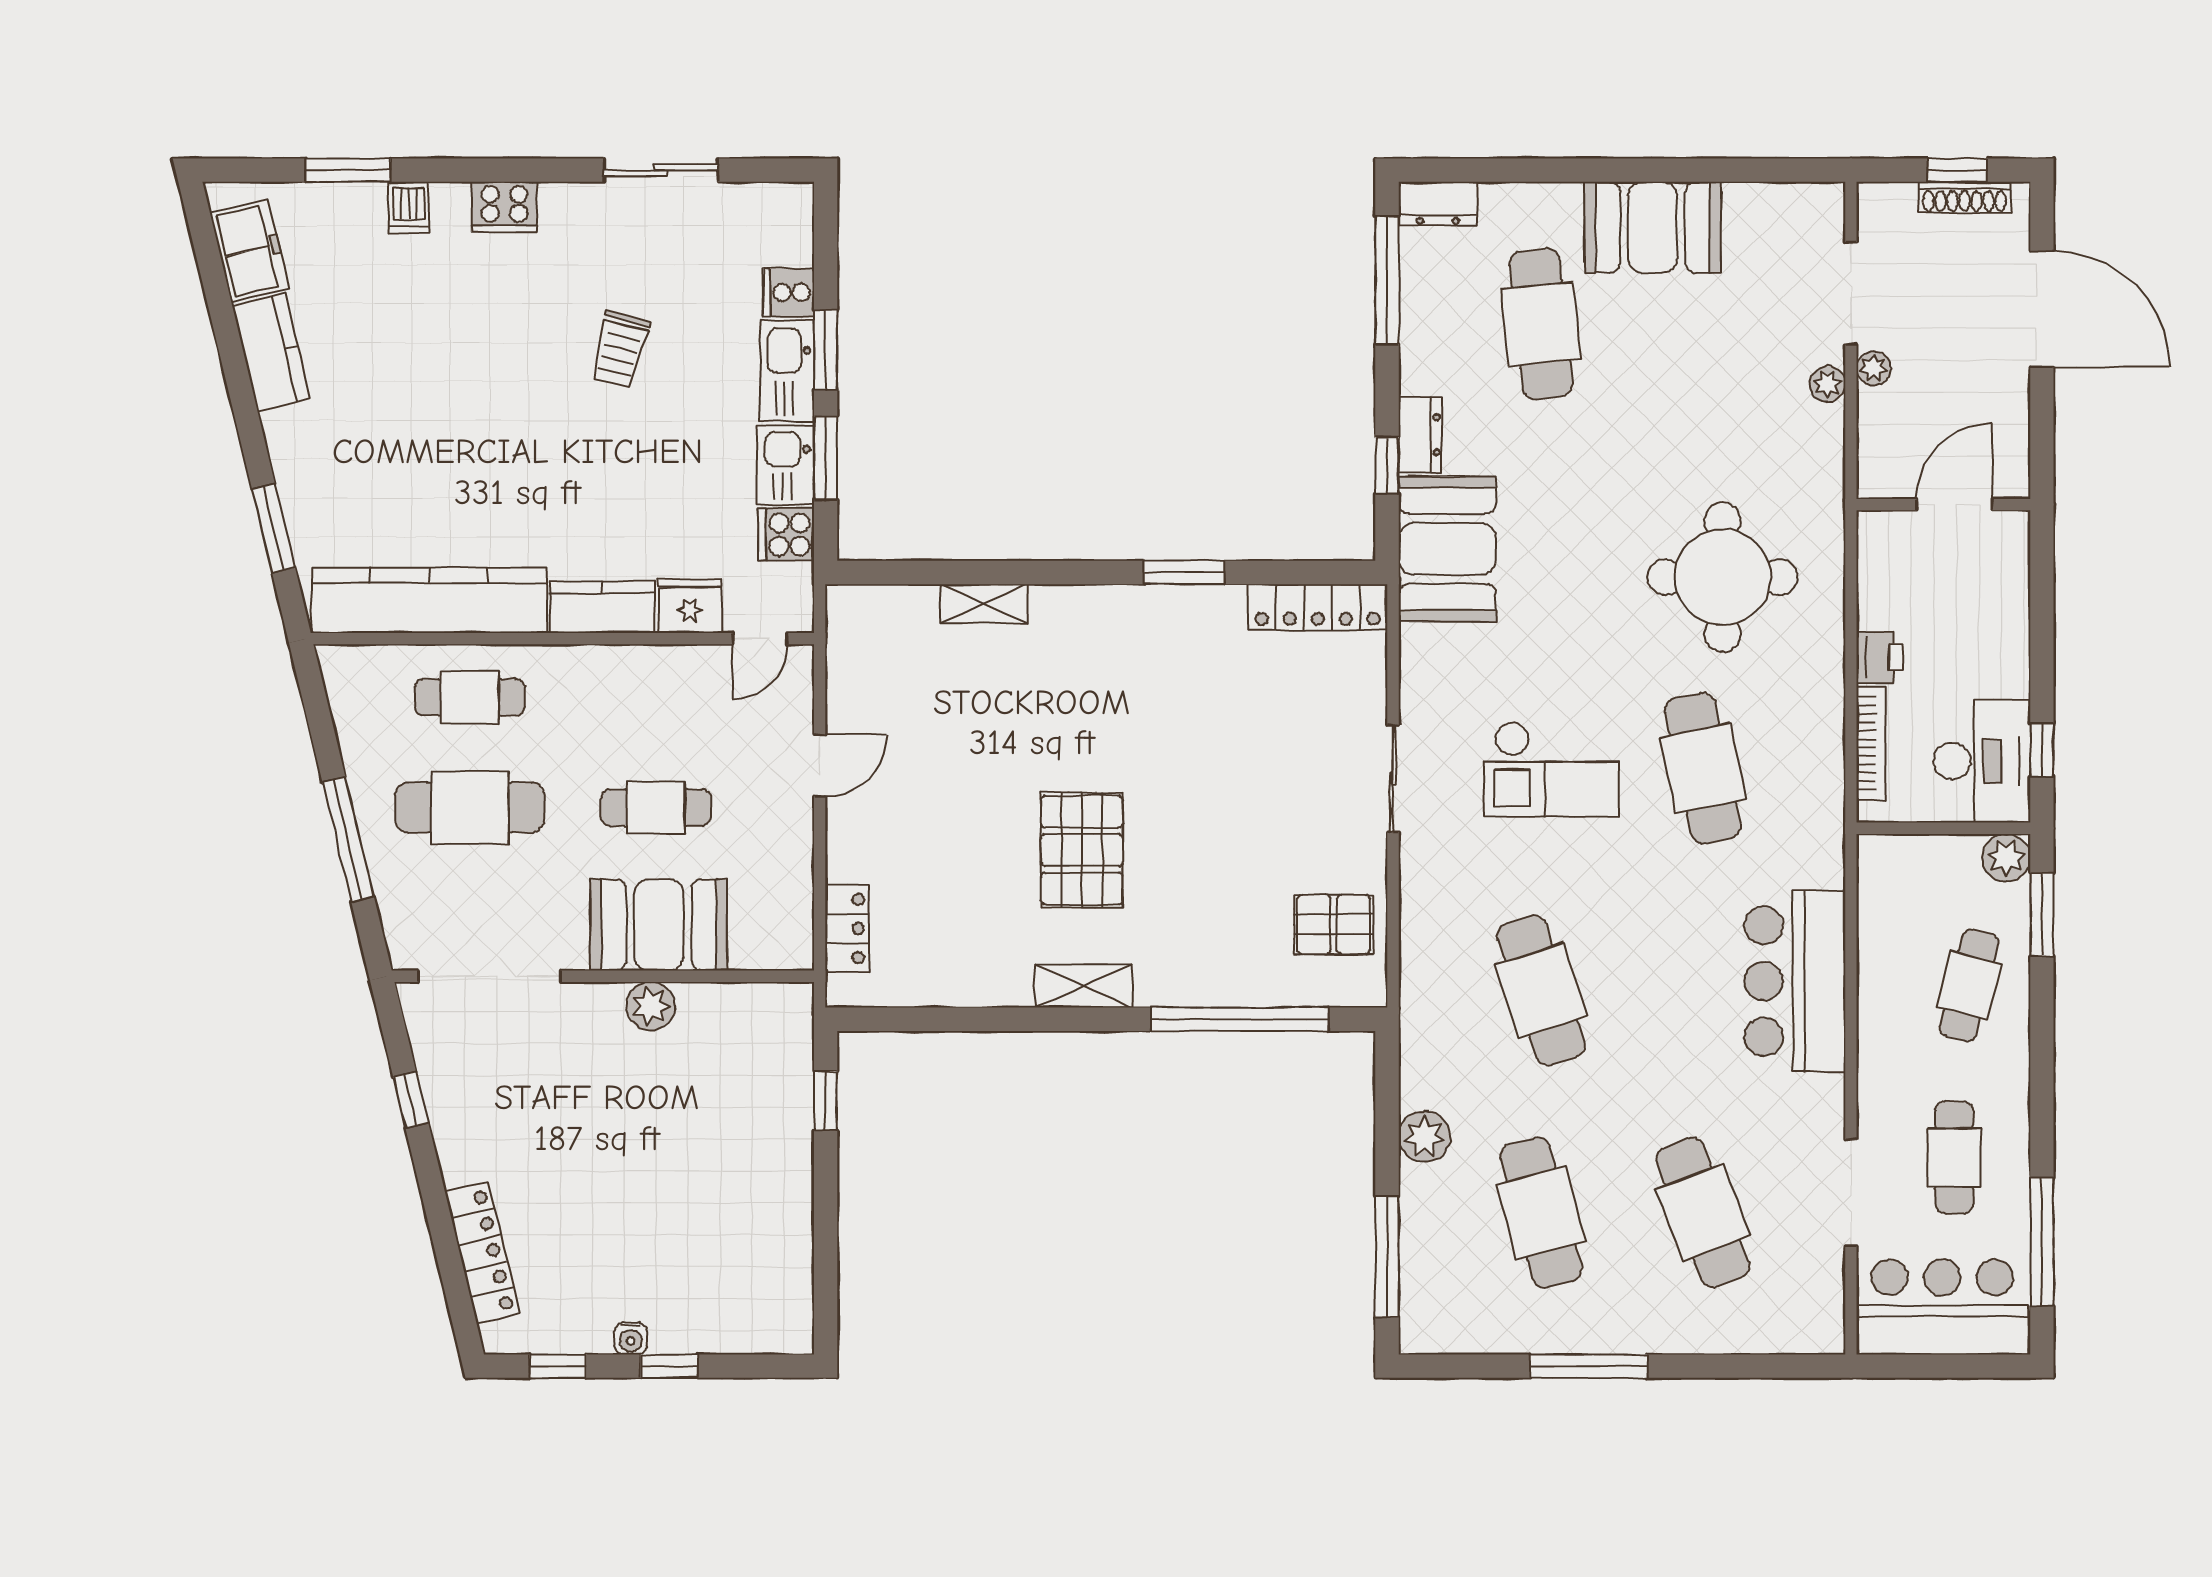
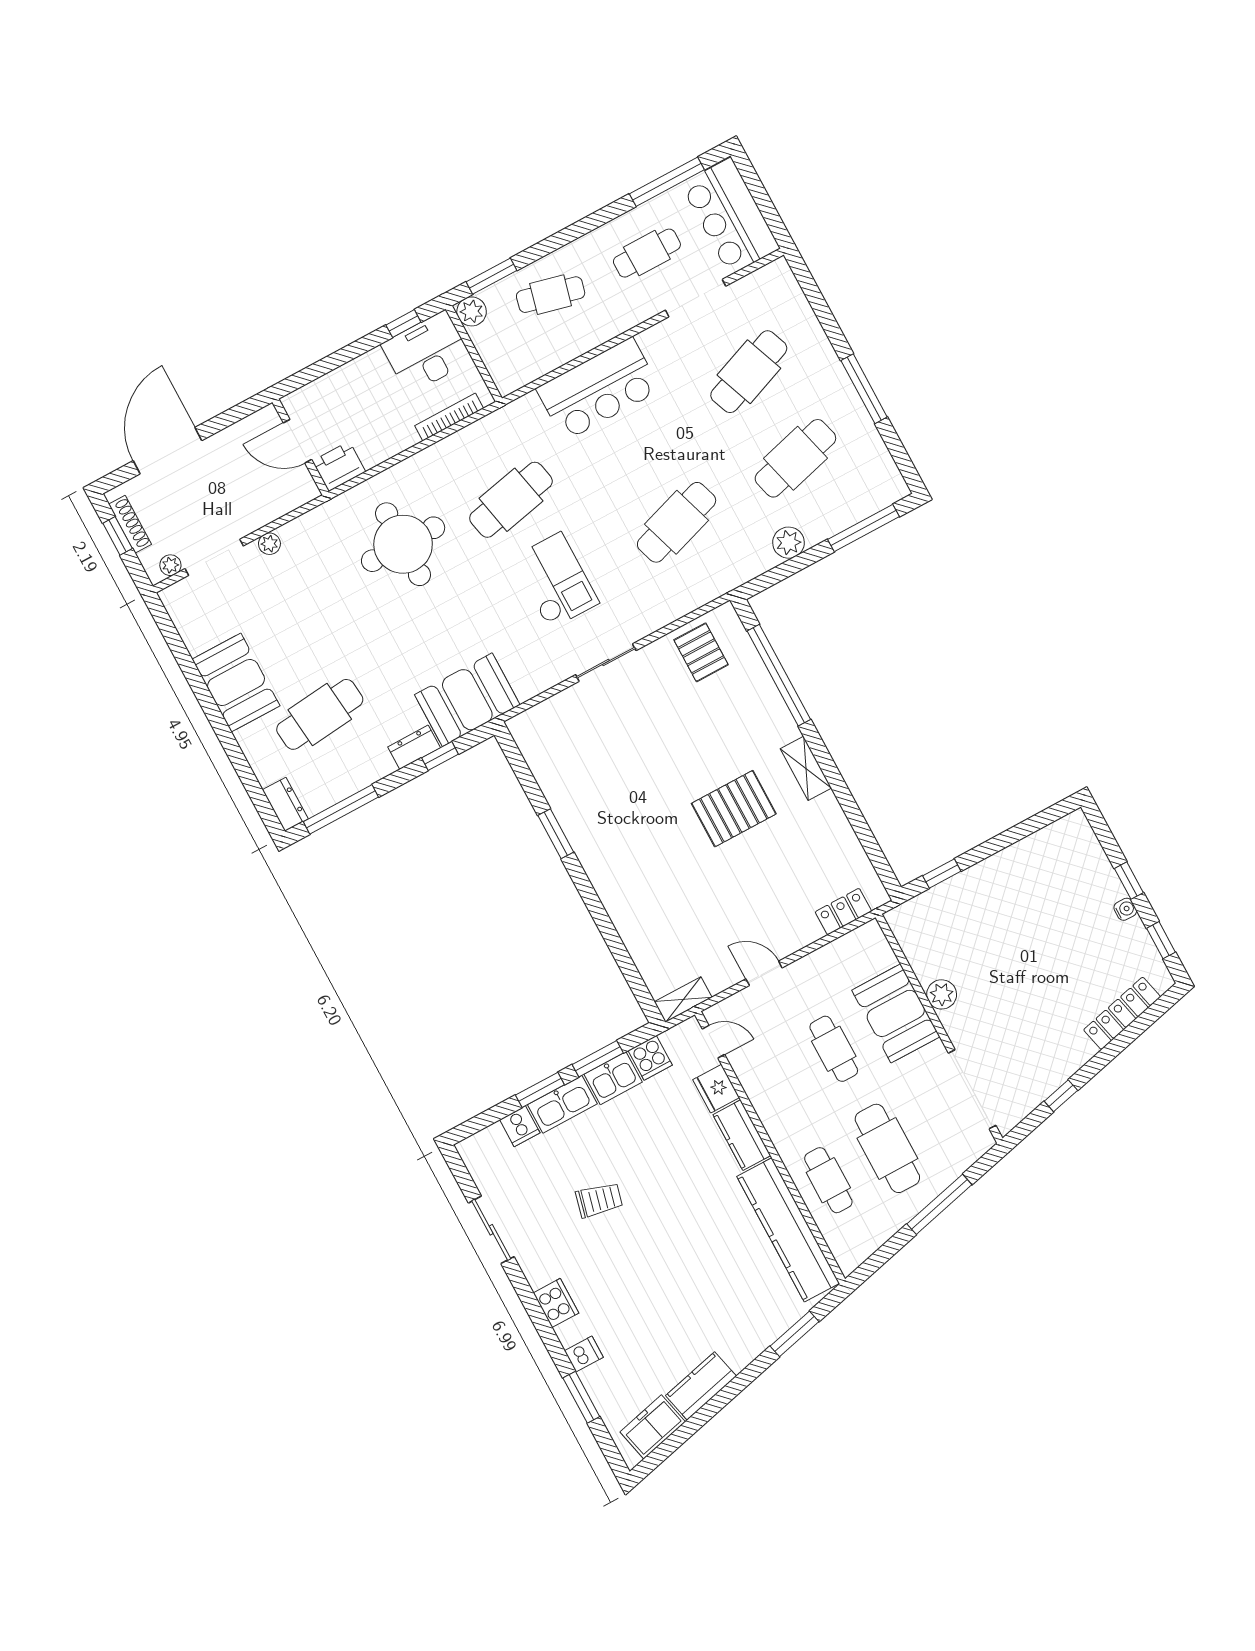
plant: (1874, 368) -> (170, 565), moved
shelving: (984, 604) -> (683, 1000), moved, turned 90
locker: (1318, 607) -> (536, 752), removed
printer: (1880, 657) -> (339, 466), moved, width x1.36, depth x1.24

